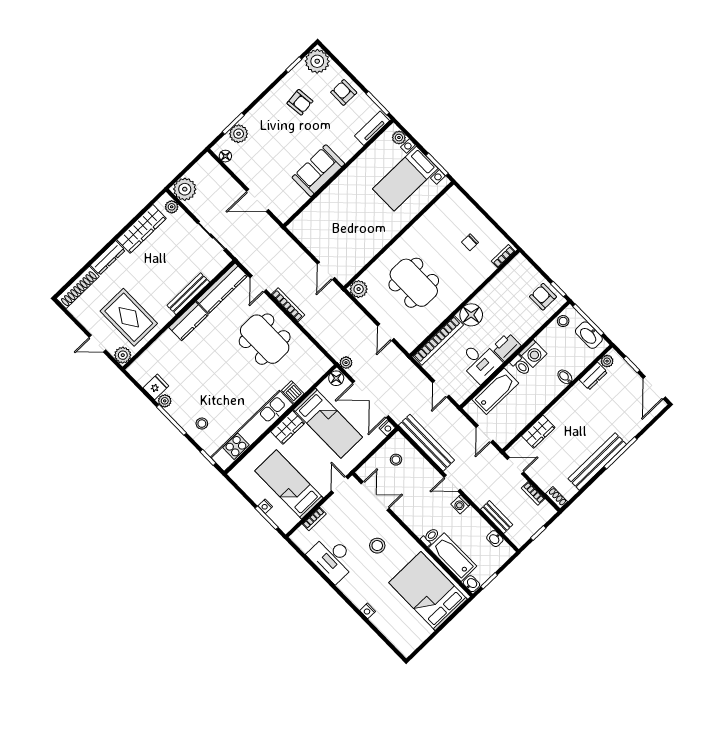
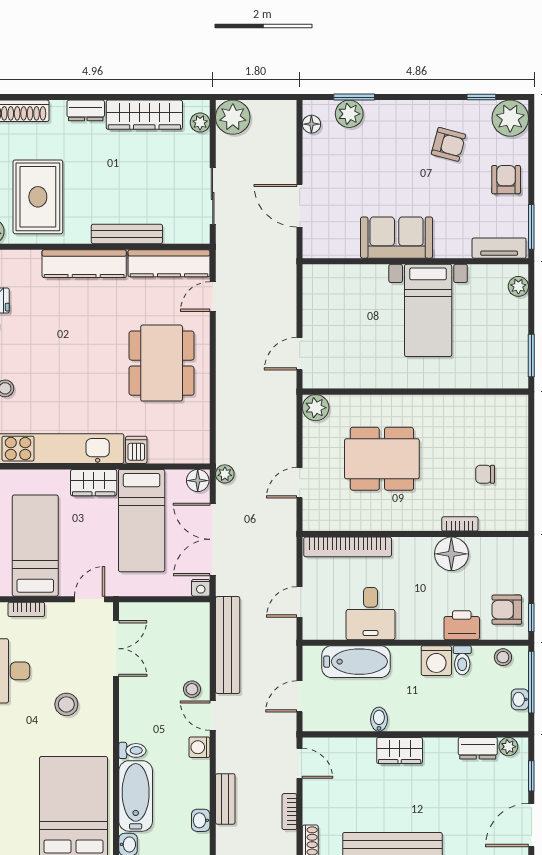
armchair: (300, 102) -> (448, 144), turned -69
bed with nightstands: (405, 179) -> (428, 310), moved, turned -90
bookcase: (503, 256) -> (460, 524), moved
dresser: (108, 258) -> (86, 110), width x0.70
dining table: (414, 283) -> (382, 459), turned 90
armchair: (543, 297) -> (507, 610), turned -90
bookcase: (288, 305) -> (223, 350), removed
floor lamp: (471, 315) -> (451, 554), moved
kitchen counter: (188, 321) -> (84, 264), width x1.50
washbasin: (589, 335) -> (520, 699), width x0.52, depth x0.69
printer: (506, 347) -> (462, 625), moved
toilet: (520, 365) -> (462, 660), moved
bidet: (565, 377) -> (379, 719), moved
wardrobe: (538, 432) -> (400, 751), moved
stool: (396, 460) -> (192, 689), moved

